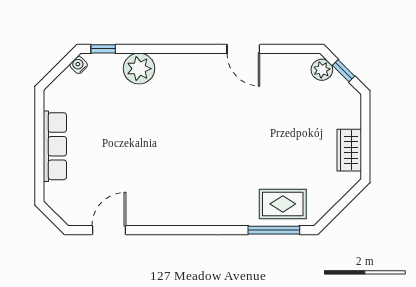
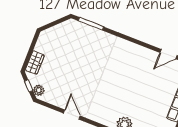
wardrobe: (349, 150) -> (35, 63), moved
rug: (283, 204) -> (82, 34), removed

